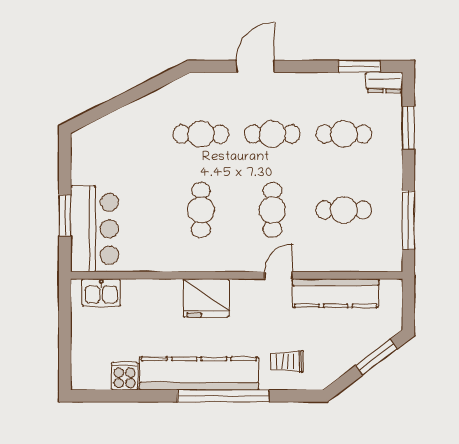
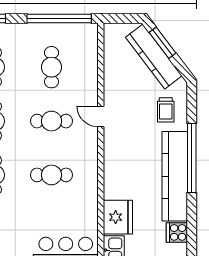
window: (408, 220) -> (59, 19), width x1.46
kitchen counter: (336, 293) -> (154, 56), moved, turned 143
fridge: (206, 298) -> (118, 217), moved

